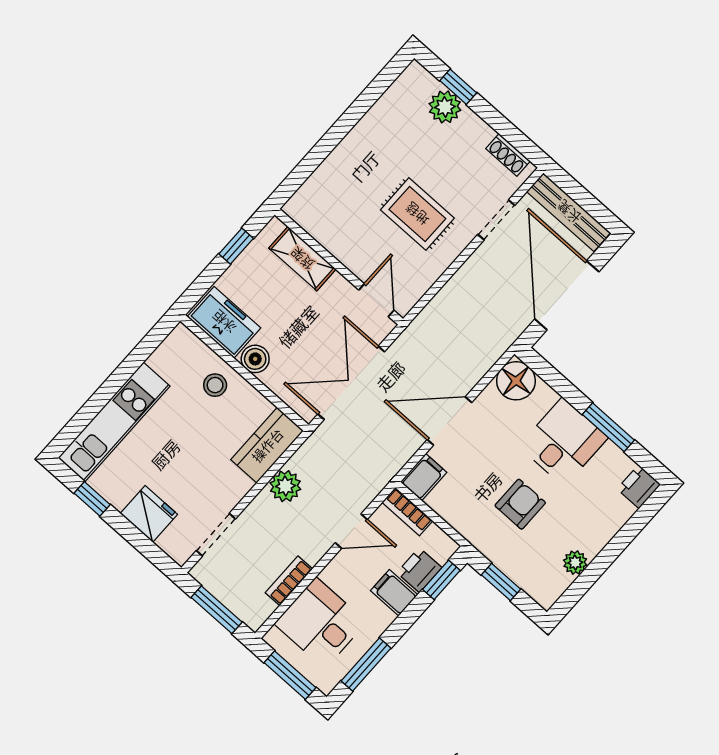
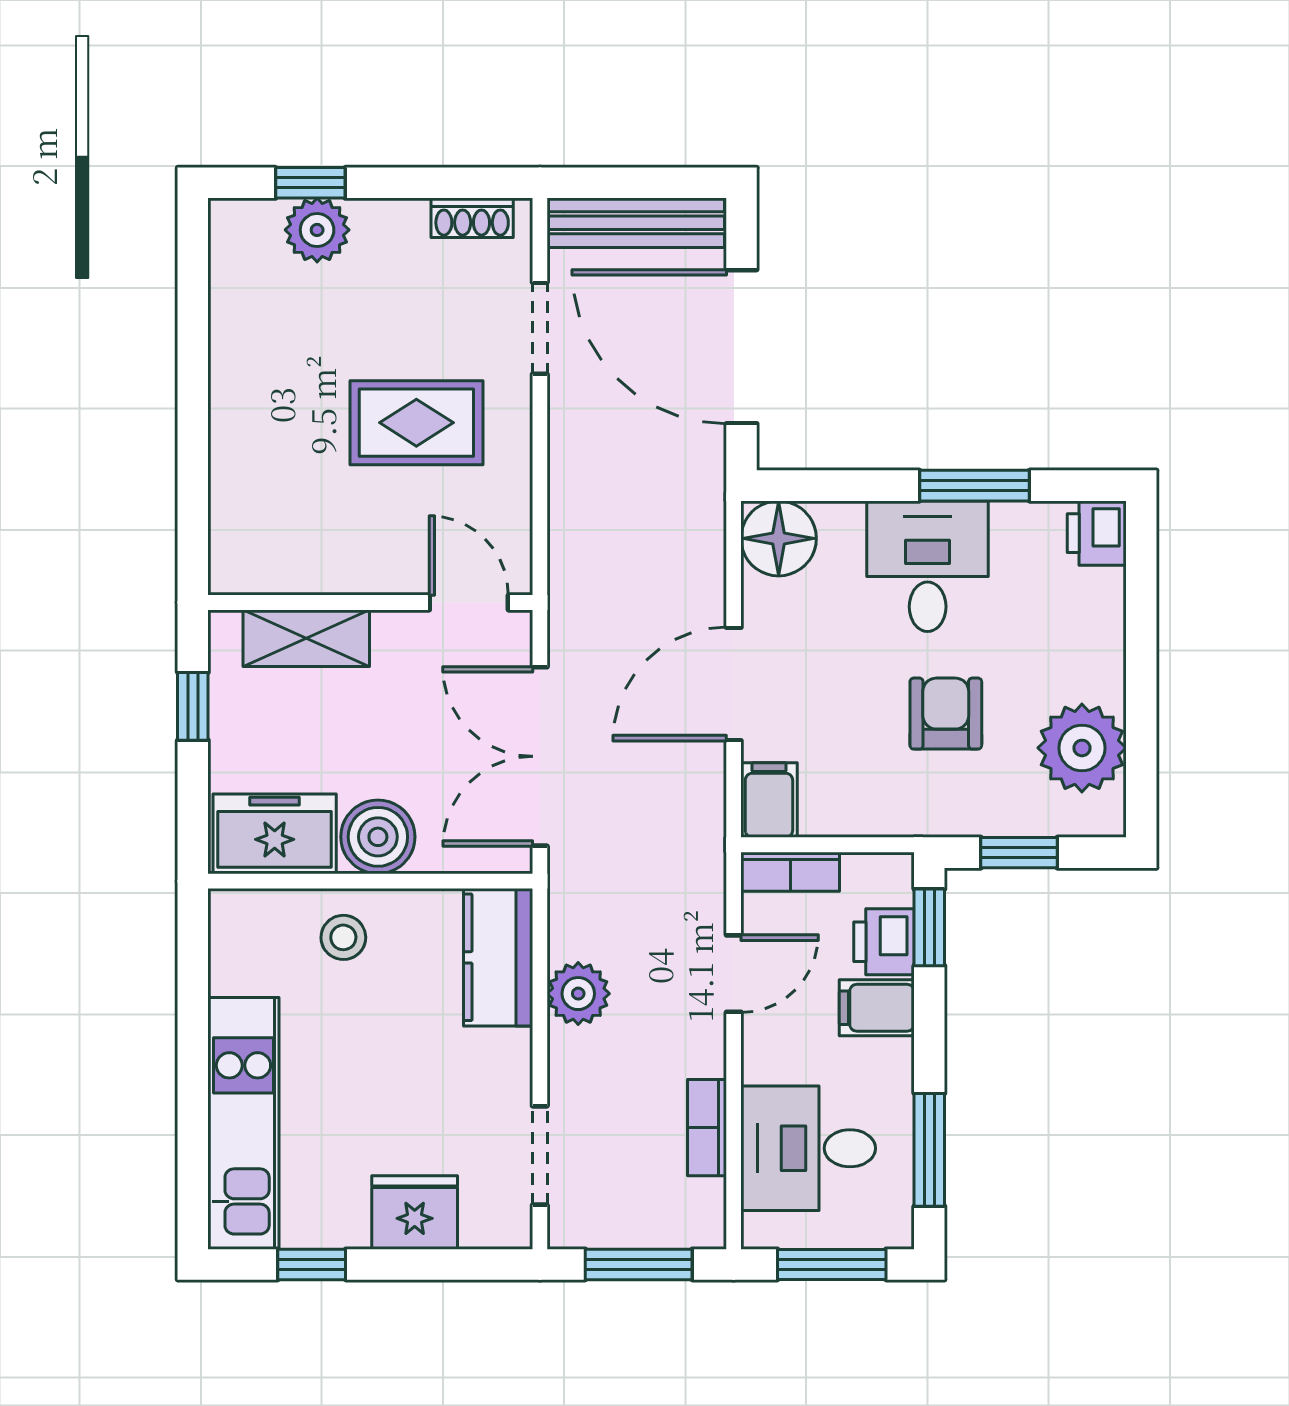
boiler: (255, 359) -> (378, 837), width x1.36, depth x1.36
plant: (575, 563) -> (1082, 748), width x1.88, depth x1.88

